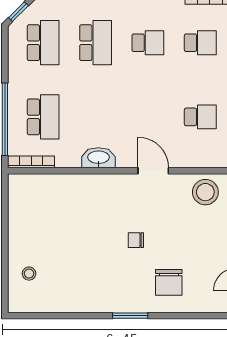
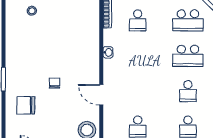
school desk: (43, 117) -> (138, 20), width x0.54
washbasin: (98, 158) -> (108, 52), width x0.52, depth x0.69
door: (153, 171) -> (101, 95), swing flipped

